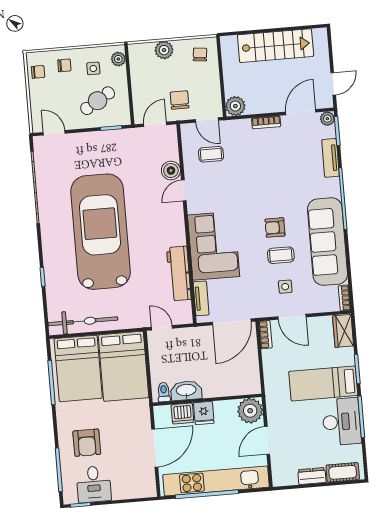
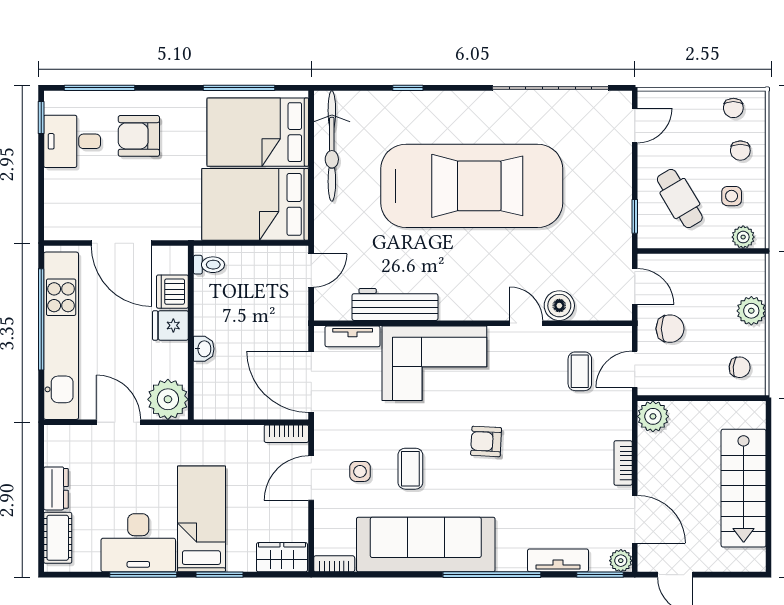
armchair: (275, 228) -> (486, 441), moved, turned -87
washbasin: (186, 391) -> (204, 349), moved, width x0.52, depth x0.69

